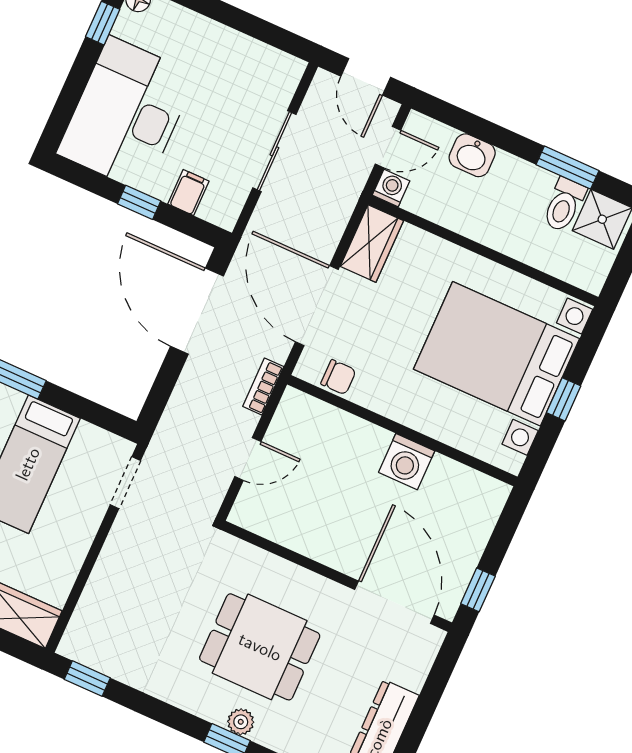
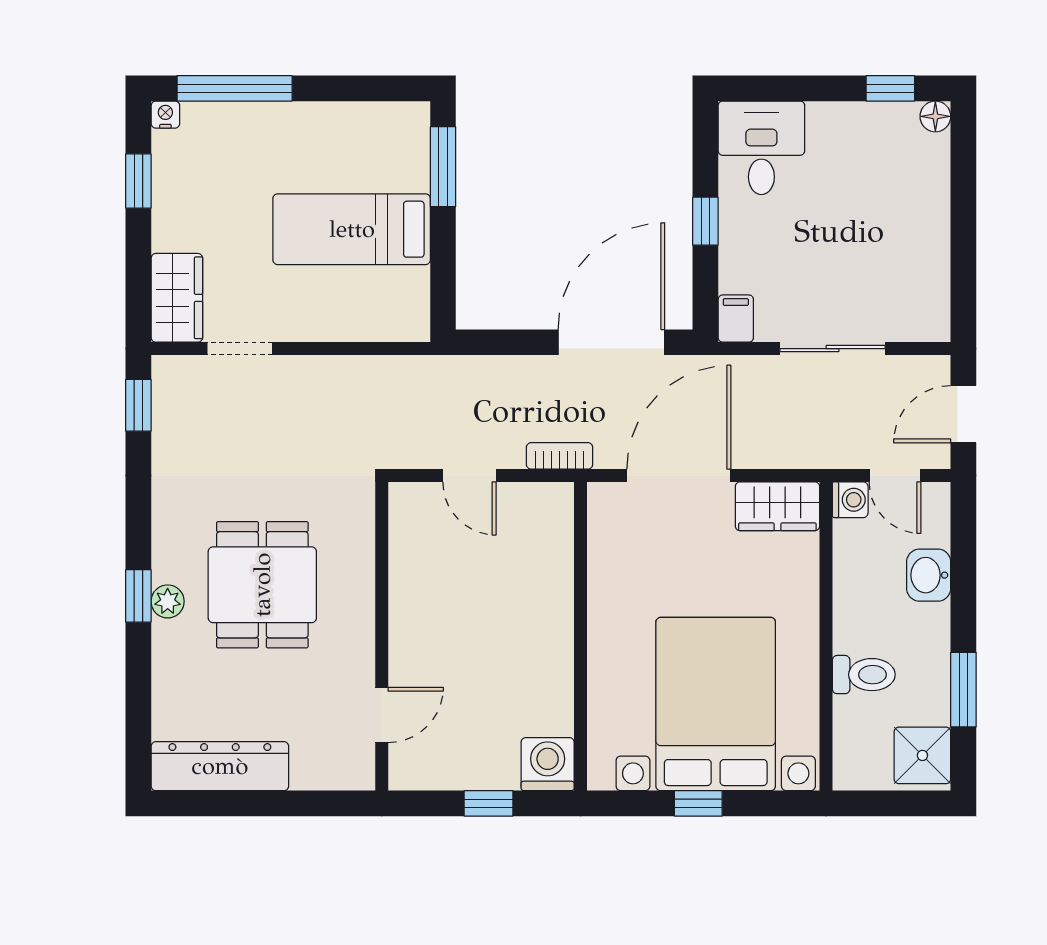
desk: (127, 114) -> (761, 148), width x0.53, depth x0.77
filing cabinet: (188, 193) -> (736, 319), moved, turned -90
toilet: (564, 205) -> (864, 675), moved, turned 180
chair: (338, 377) -> (609, 537), removed
washing machine: (407, 462) -> (548, 764), moved, turned 90
doorway: (125, 483) -> (240, 349), moved
window: (478, 590) -> (489, 803), moved
door: (394, 602) -> (382, 715), width x0.53

